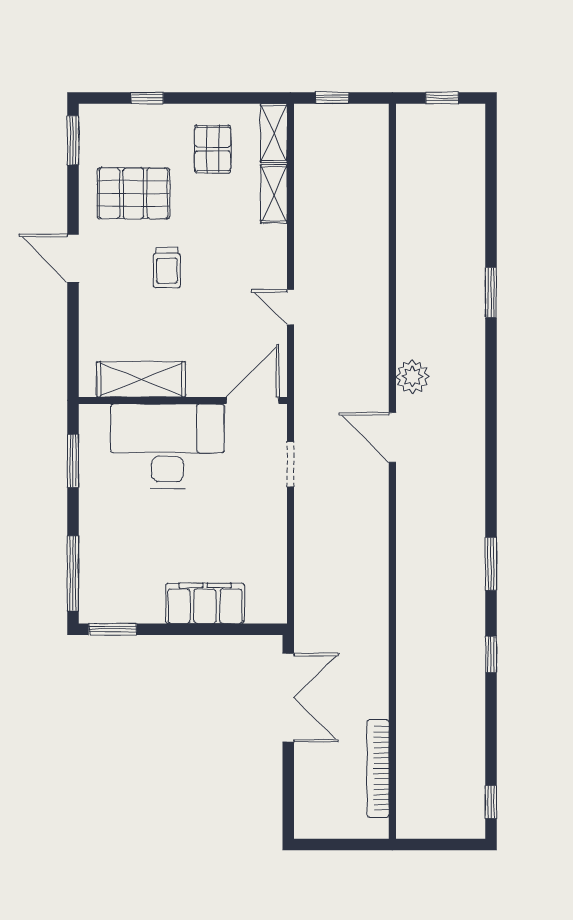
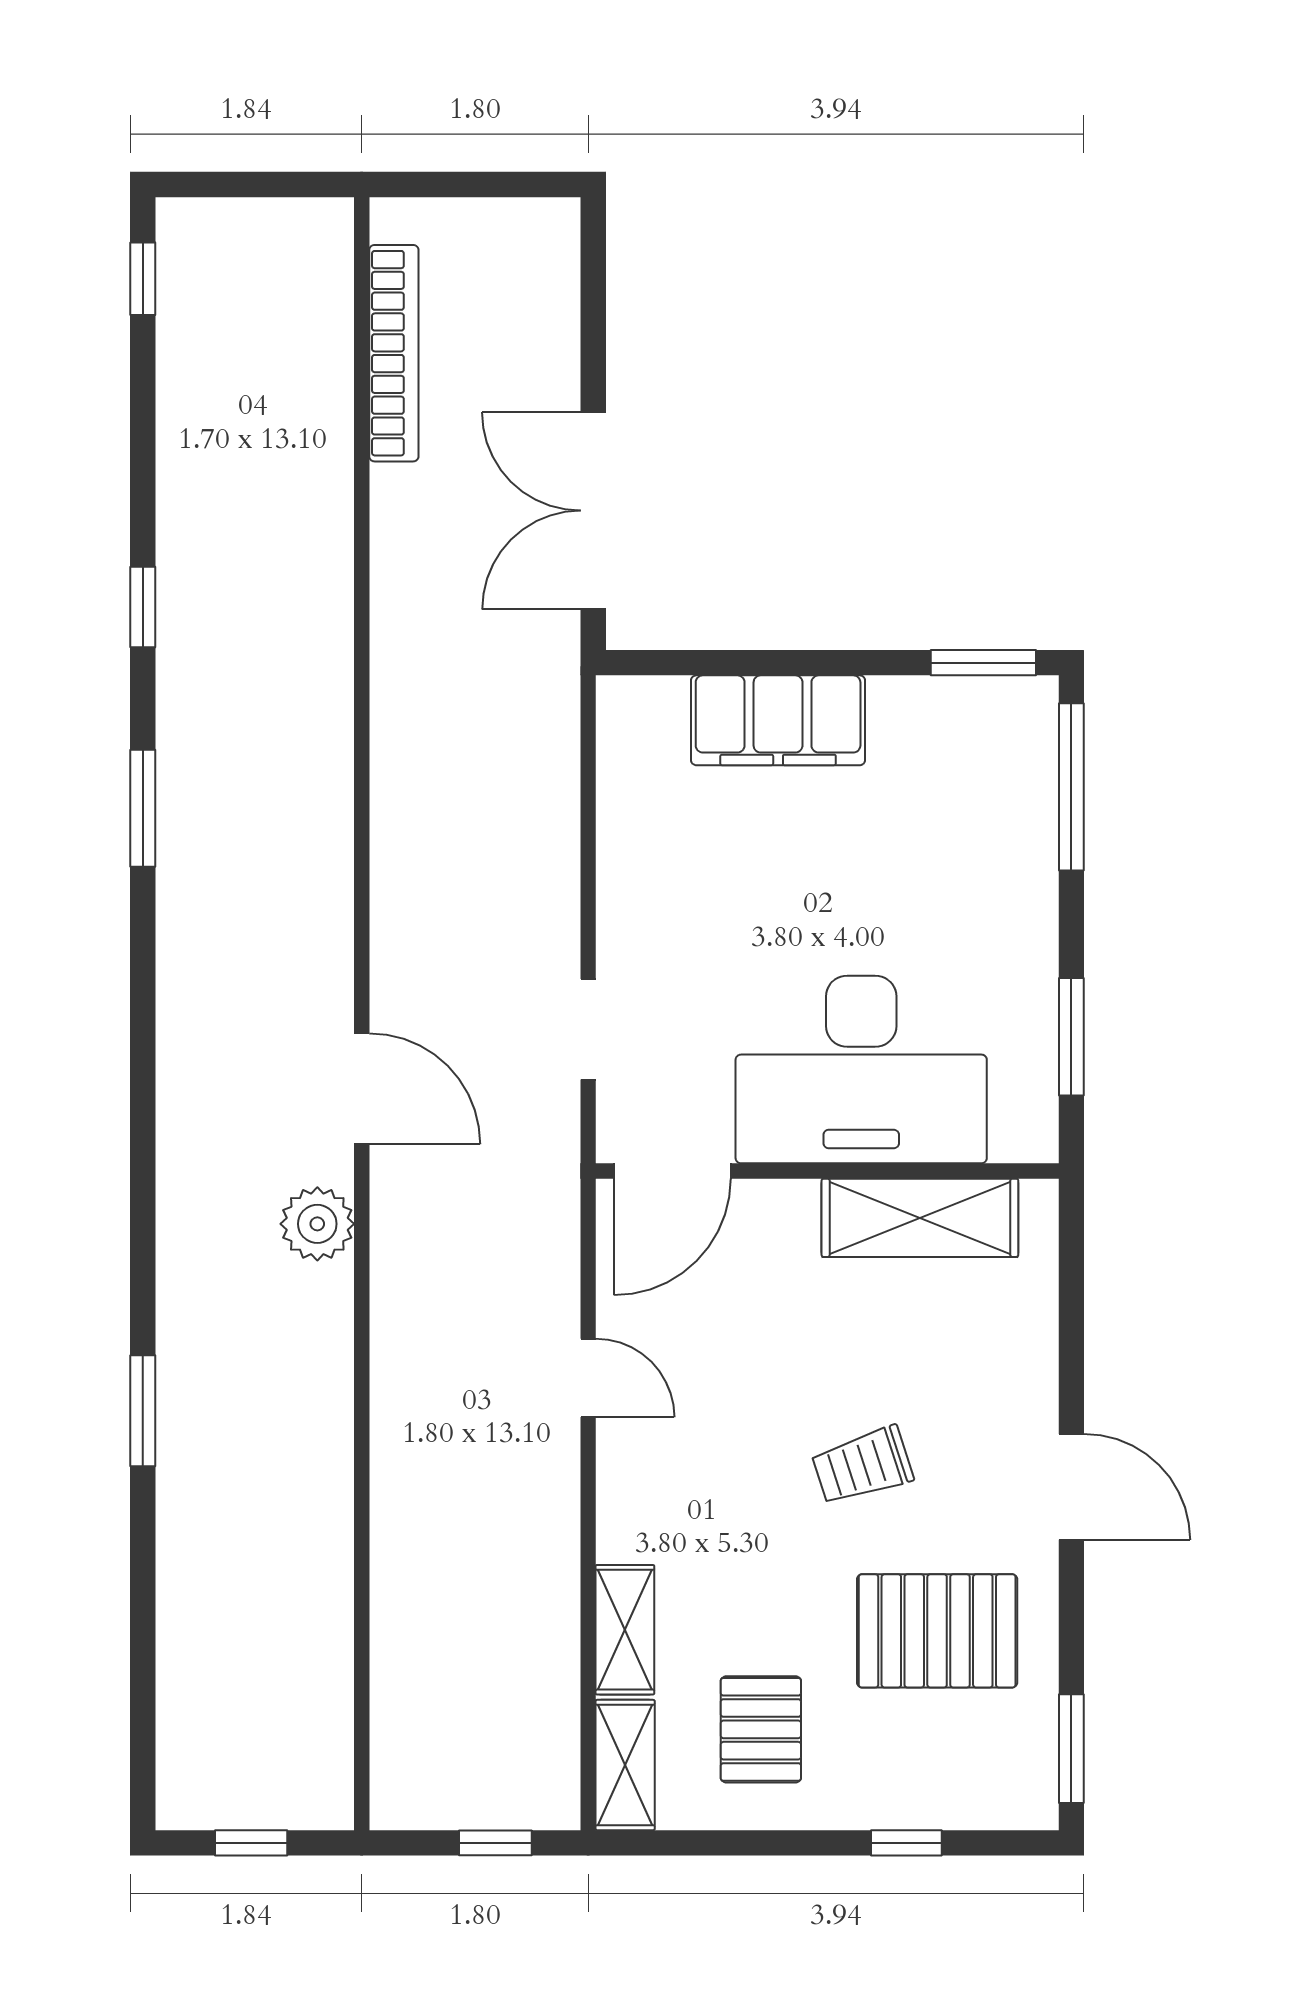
trolley: (167, 268) -> (863, 1466), turned -108

